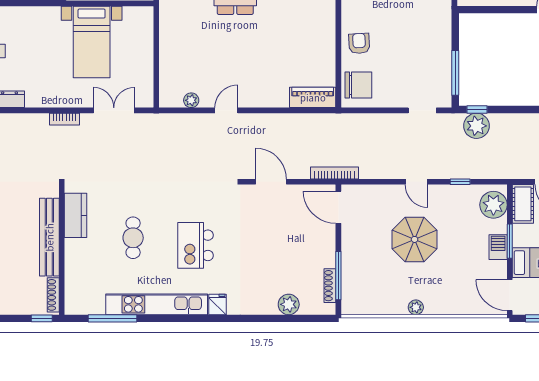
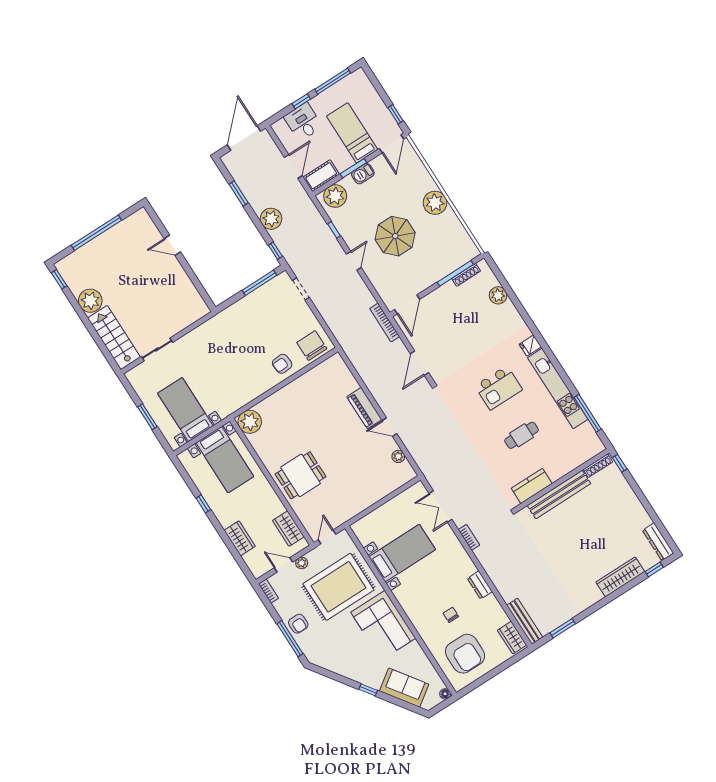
piano: (313, 97) -> (364, 408), moved
plant: (476, 126) -> (271, 219), moved
plant: (416, 307) -> (435, 203), width x1.87, depth x1.87

